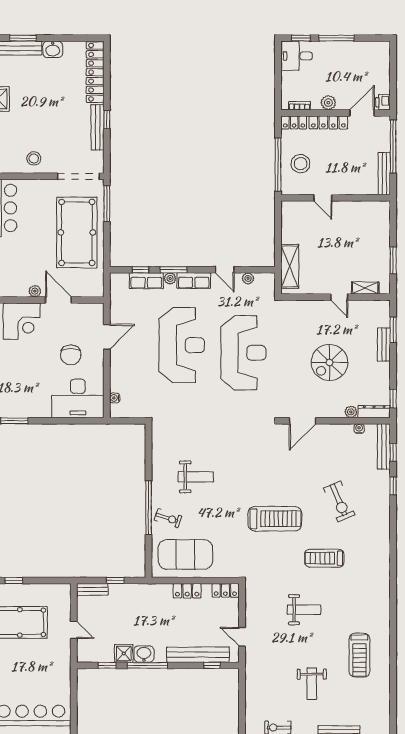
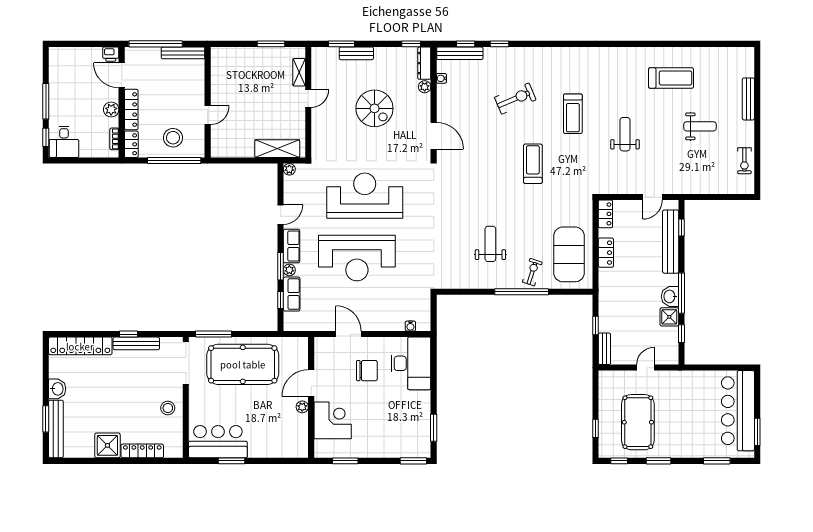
plant: (248, 278) -> (289, 169), moved
reception desk: (182, 345) -> (357, 258), turned 180
treadmill: (275, 519) -> (533, 164), width x0.73, depth x0.73

